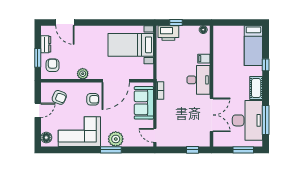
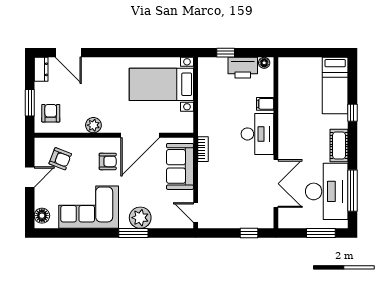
printer: (168, 33) -> (243, 68), moved
dresser: (46, 44) -> (41, 69), moved

